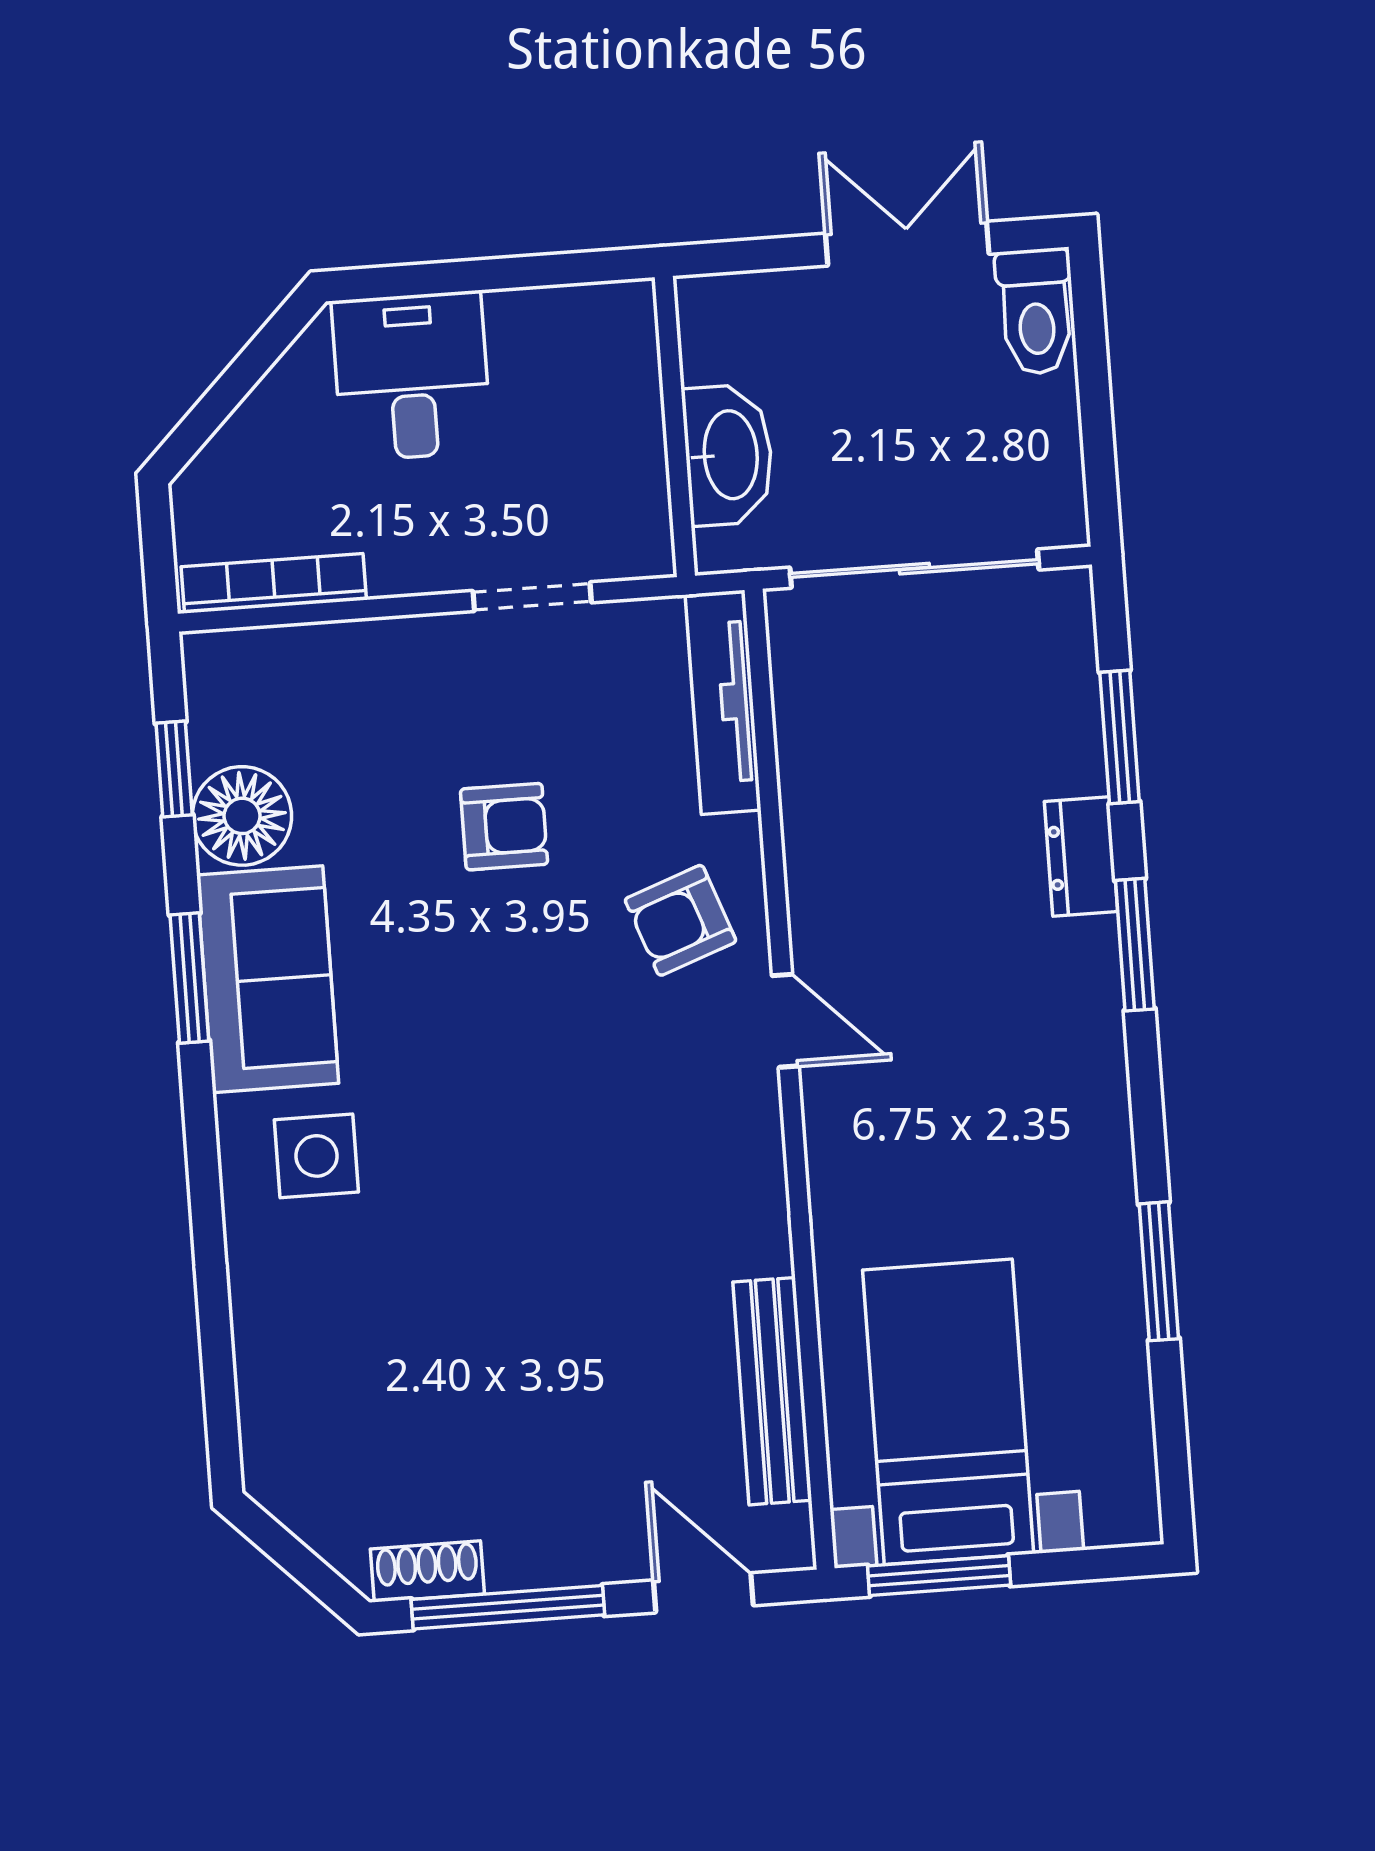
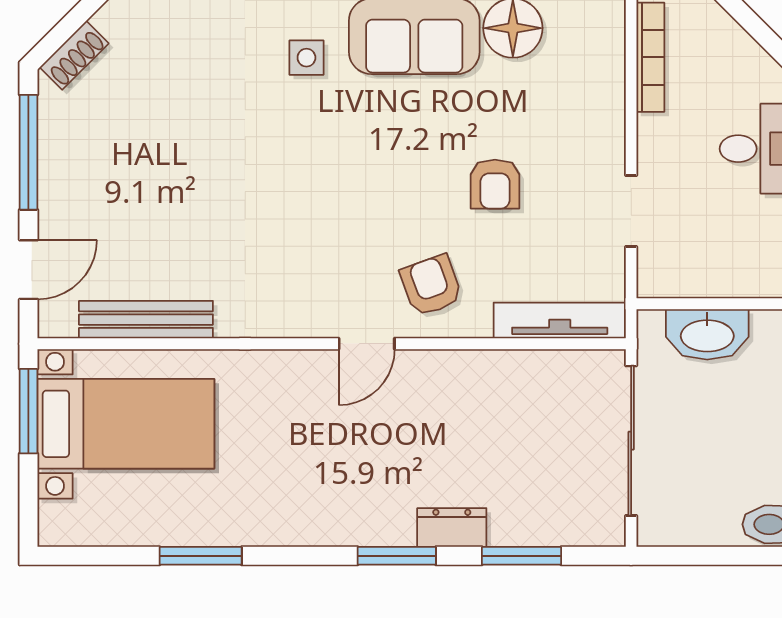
side table: (316, 1156) -> (306, 58), width x0.73, depth x0.73
shoe rack: (427, 1571) -> (74, 55), moved, turned 45

